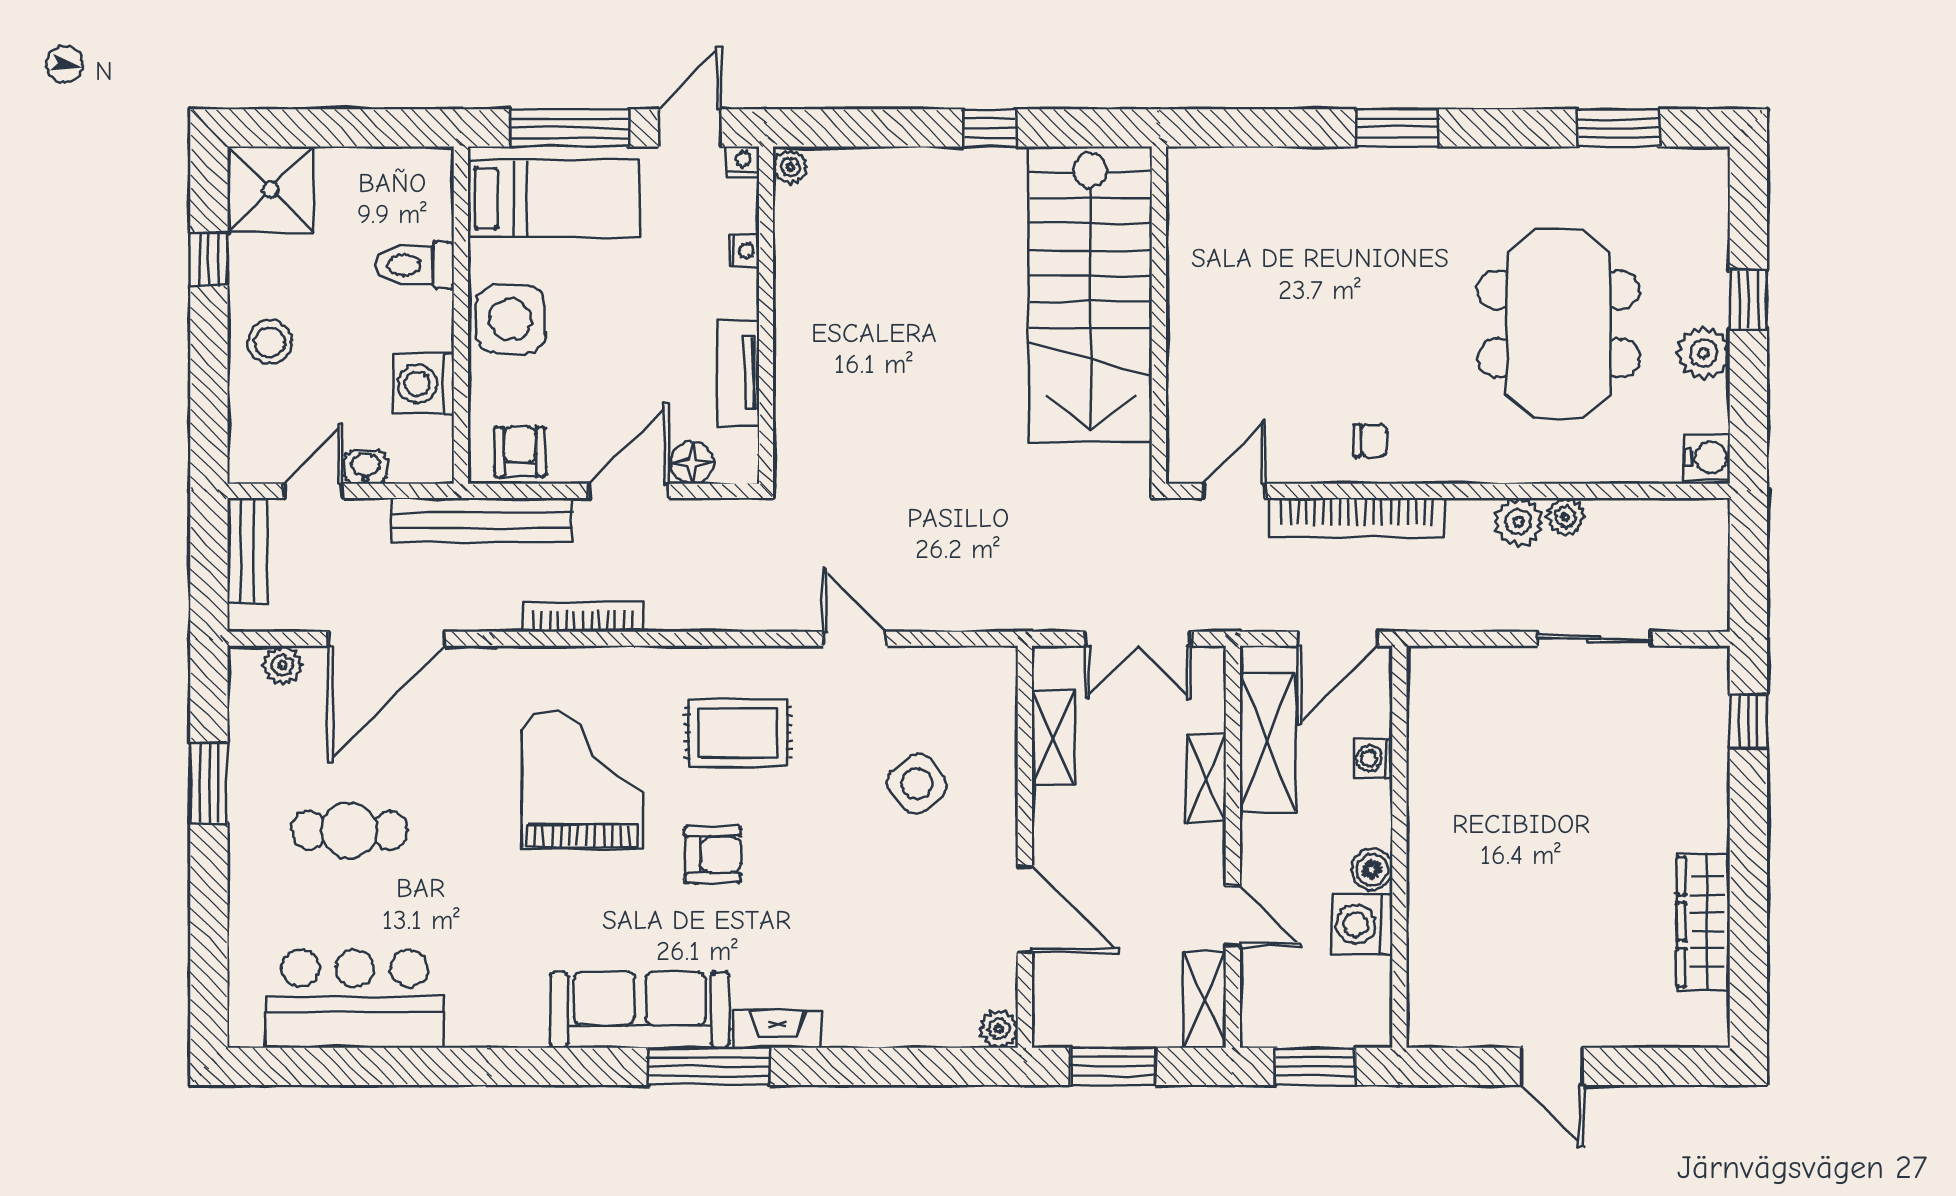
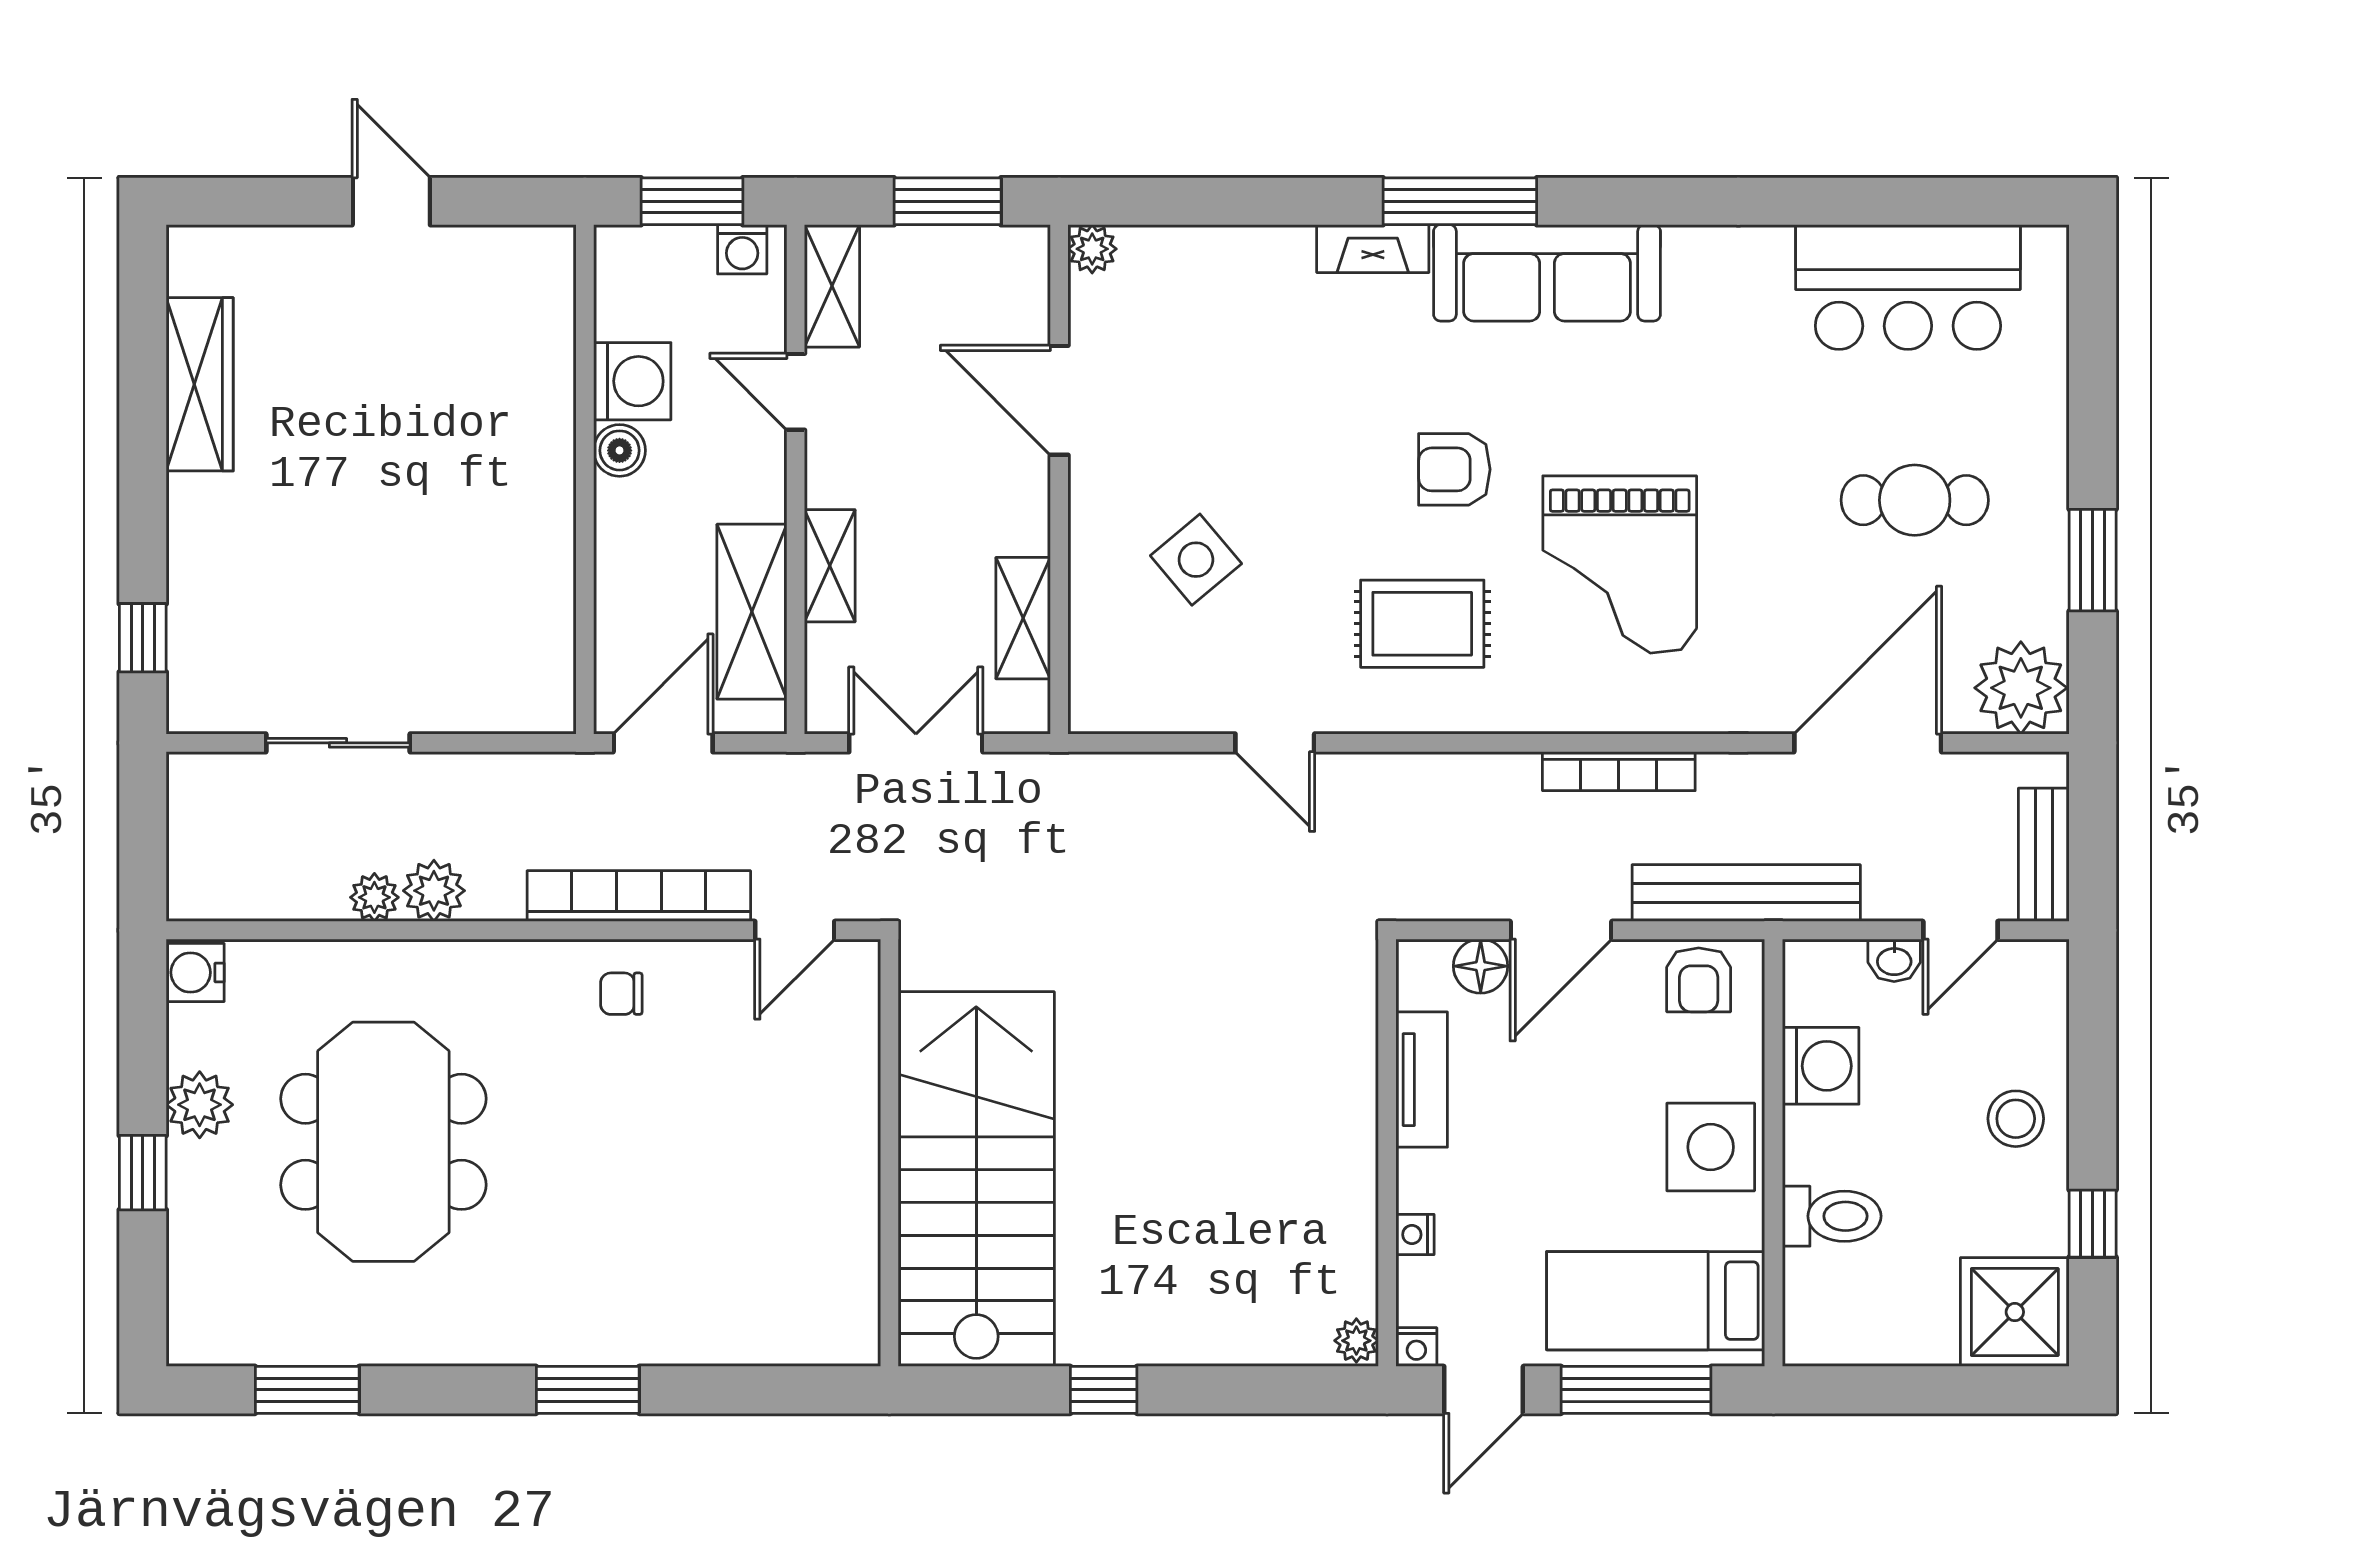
plant: (283, 665) -> (2021, 688), width x1.88, depth x1.88
washing machine: (1373, 758) -> (742, 249), moved, turned 90

